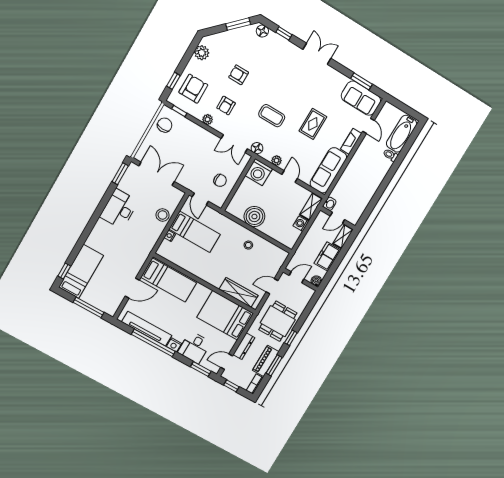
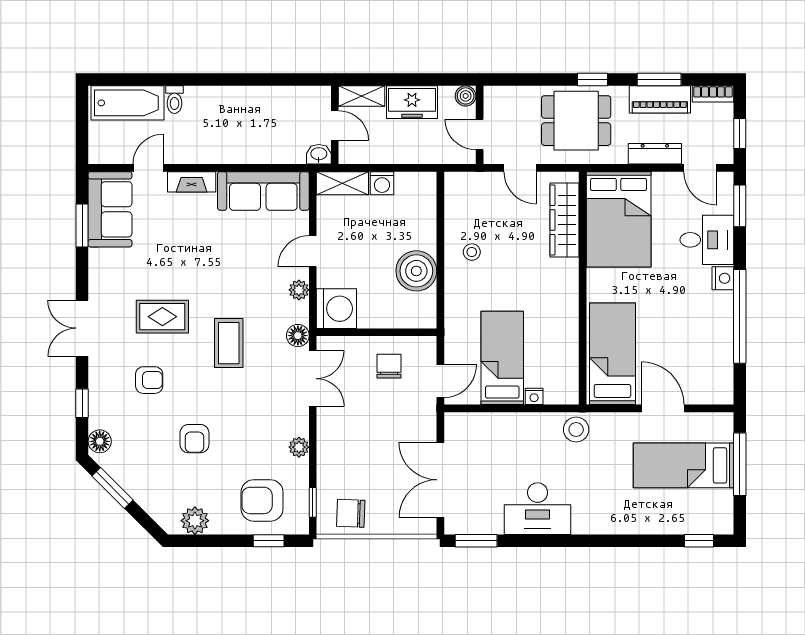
armchair: (226, 106) -> (149, 380), moved
rug: (313, 124) -> (162, 317), moved
stool: (163, 215) -> (576, 429), moved
bed: (81, 271) -> (683, 465), moved
tv unit: (147, 329) -> (721, 342), removed

